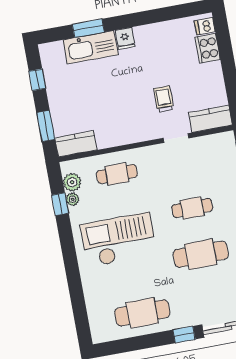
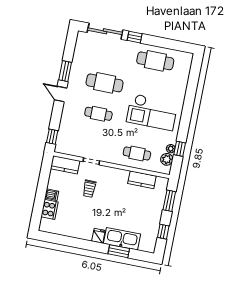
dishwasher: (205, 26) -> (52, 195), moved
kitchen counter: (76, 144) -> (142, 180), moved

